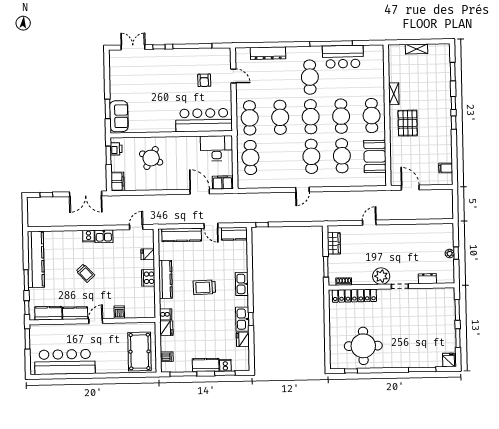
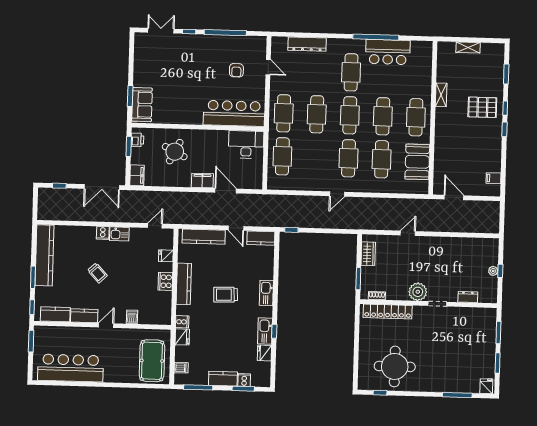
pallet: (408, 123) -> (482, 107), moved, turned 90
filing cabinet: (222, 182) -> (202, 181), moved

